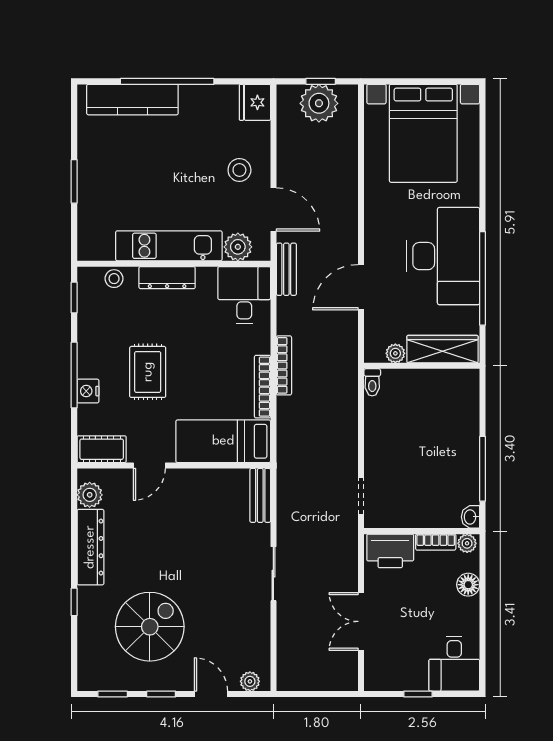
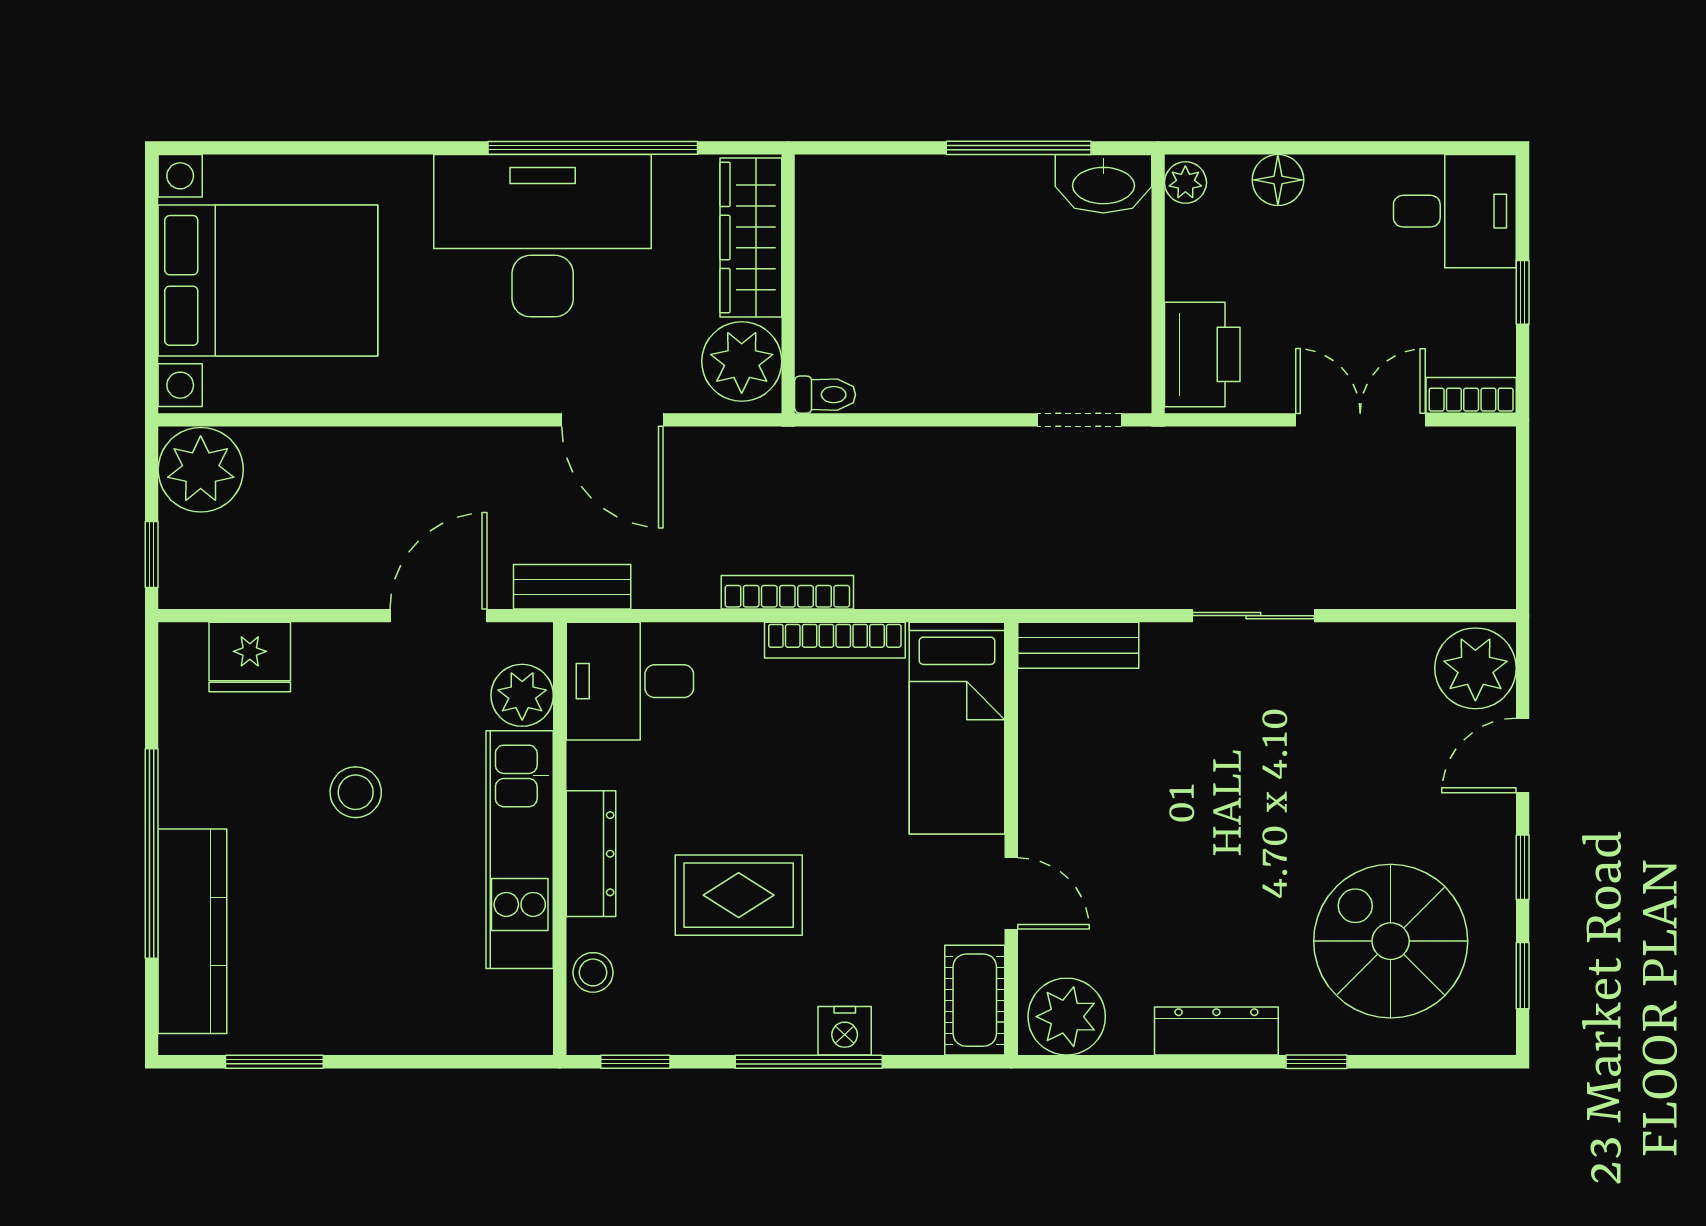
window: (321, 81) -> (152, 554), moved
fridge: (255, 102) -> (250, 657), moved
plant: (319, 103) -> (201, 470), moved
stool: (239, 170) -> (356, 792), moved
window: (74, 181) -> (274, 1062), moved
plant: (395, 353) -> (742, 361), width x1.88, depth x1.88
rug: (148, 372) -> (739, 895), moved
plant: (90, 495) -> (1067, 1017), width x1.36, depth x1.36
washbasin: (471, 517) -> (1103, 184), width x1.91, depth x1.45
bookcase: (436, 542) -> (1471, 395), moved, turned -90
dresser: (90, 547) -> (1216, 1031), width x0.73, depth x0.80
double door: (361, 621) -> (1360, 420), swing flipped
spiral stairs: (150, 627) -> (1391, 941), moved
plant: (250, 681) -> (1475, 668), width x1.88, depth x1.88

